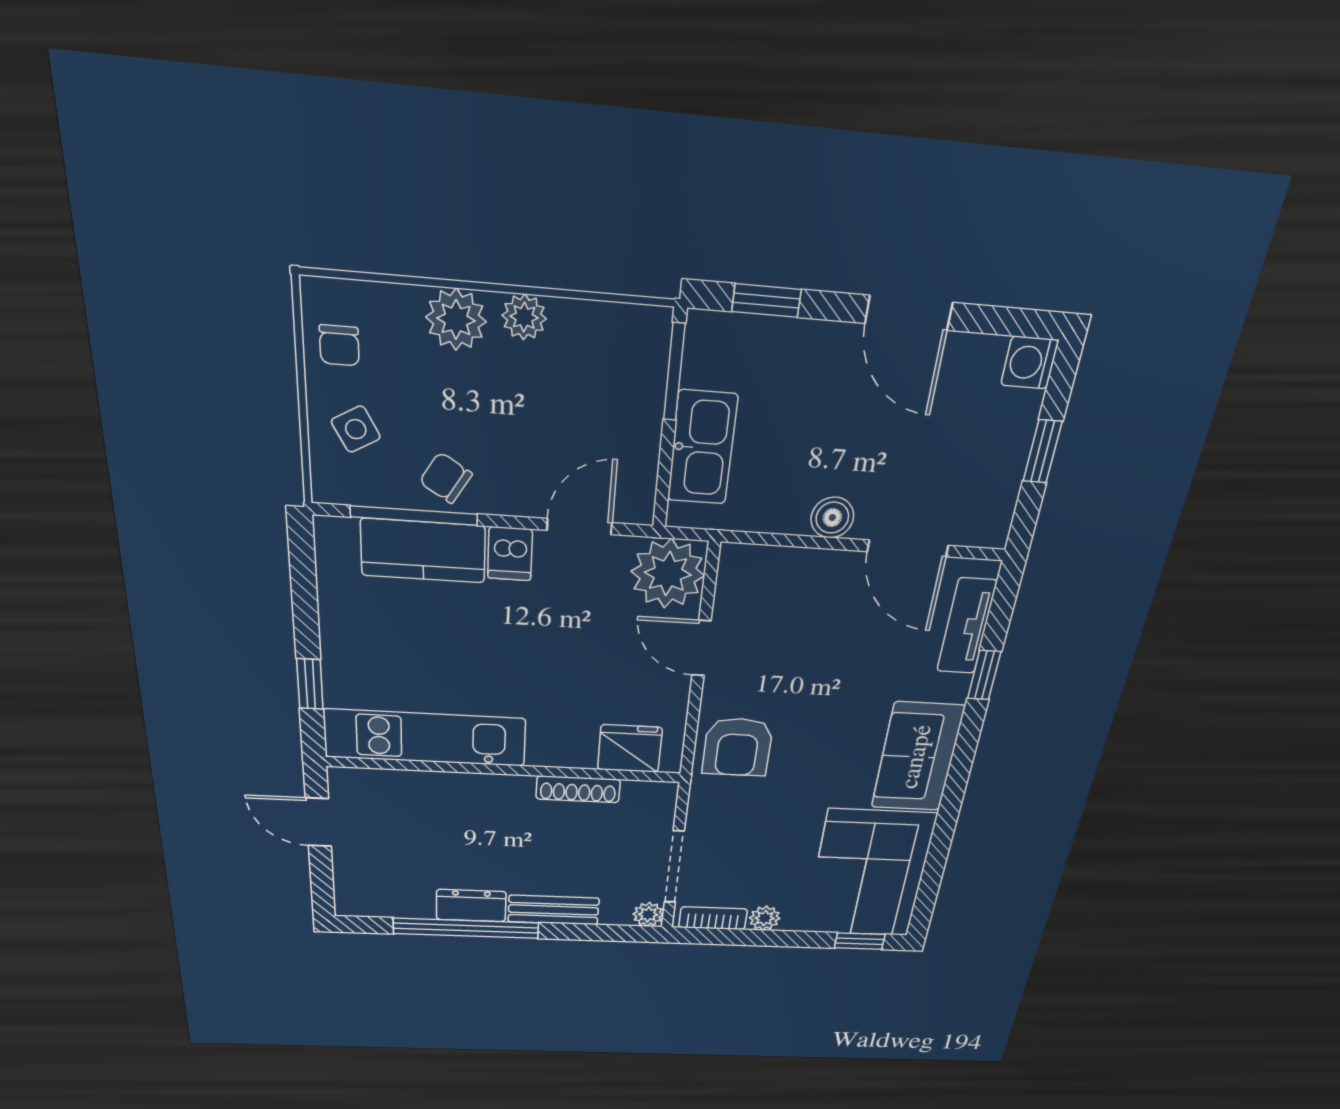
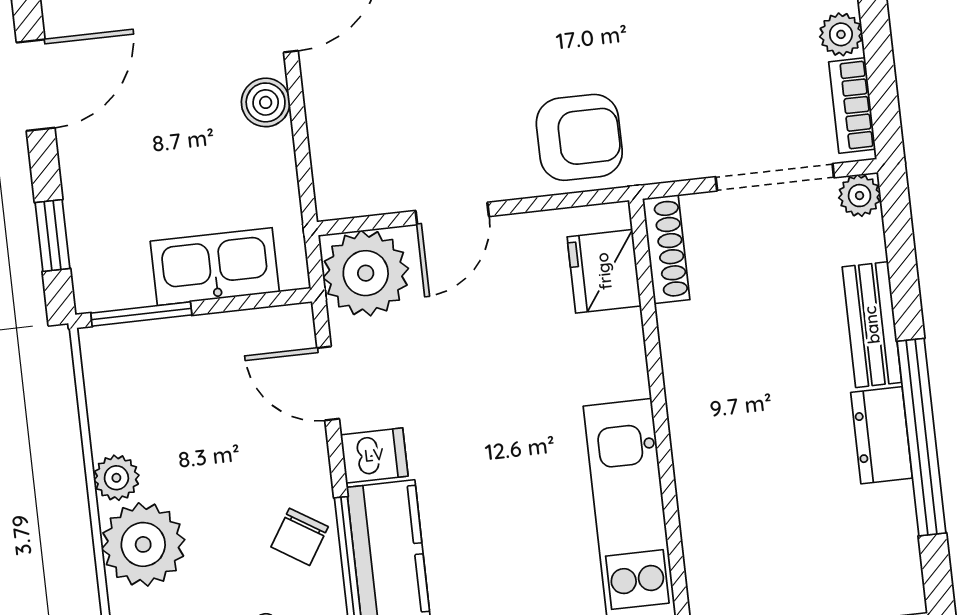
plant: (456, 319) -> (143, 544), width x1.36, depth x1.36
shoe rack: (578, 789) -> (666, 249), moved

